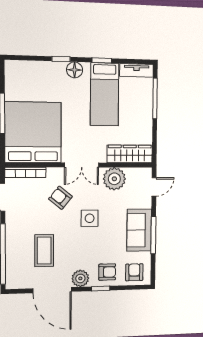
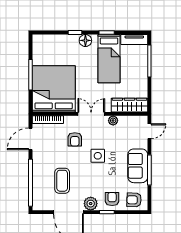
double door: (82, 165) -> (91, 114), swing flipped
plant: (114, 179) -> (113, 121), width x0.53, depth x0.53
armchair: (60, 198) -> (75, 139), turned -129
armchair: (107, 272) -> (112, 199), turned -90
armchair: (134, 272) -> (134, 200), turned -88

